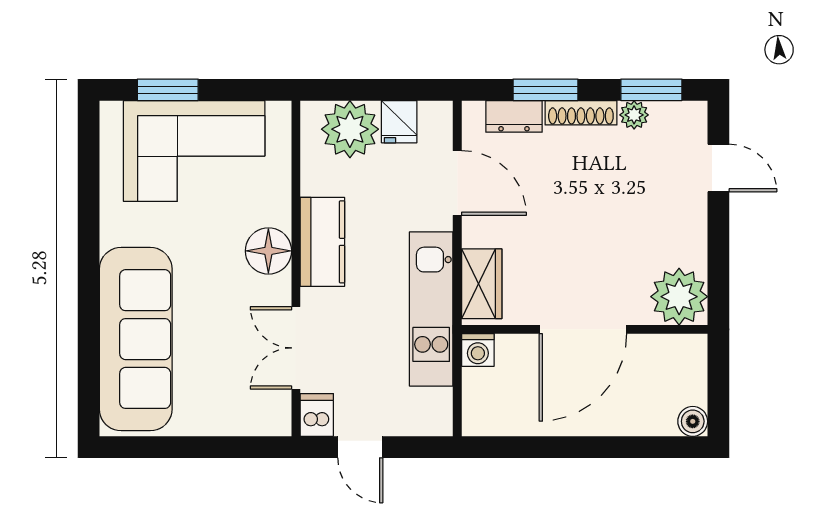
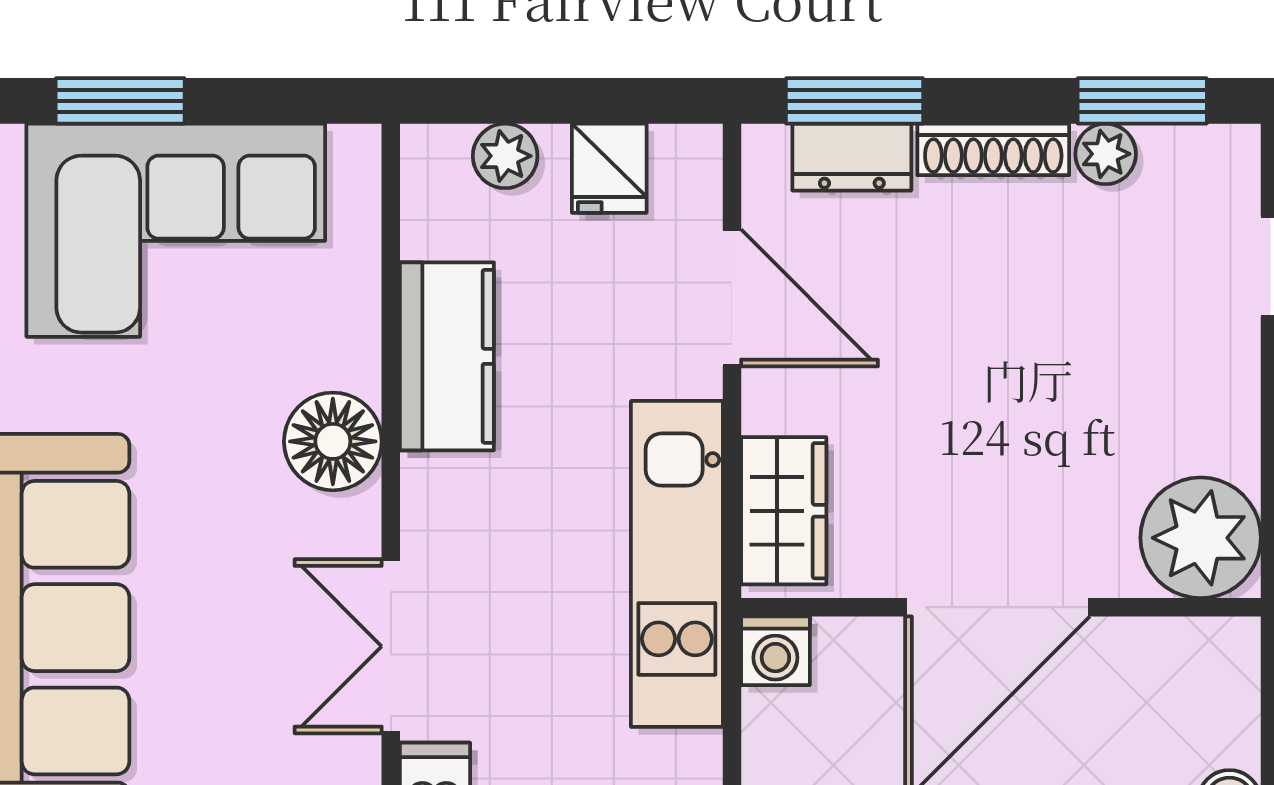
window: (546, 90) -> (855, 101), moved
plant: (350, 129) -> (505, 156), width x0.53, depth x0.53
kitchen counter: (322, 242) -> (447, 356), moved

